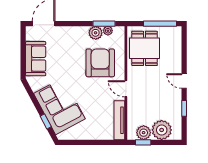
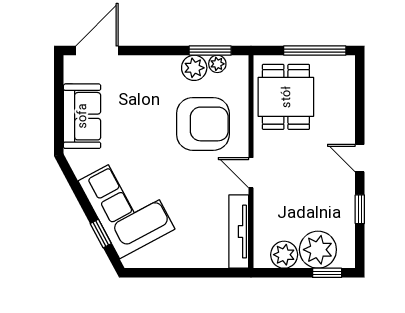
armchair: (100, 63) -> (203, 124), turned 90
window: (143, 142) -> (327, 273), moved

